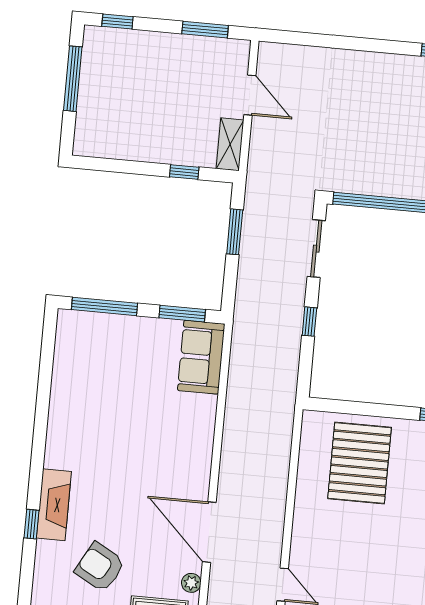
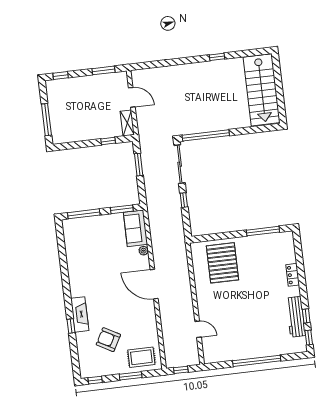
window: (73, 79) -> (46, 120), moved
sliding door: (316, 249) -> (180, 164), width x1.37
door: (209, 532) -> (154, 284), moved
plant: (191, 583) -> (143, 251), moved

